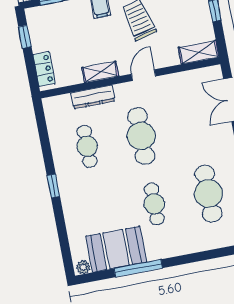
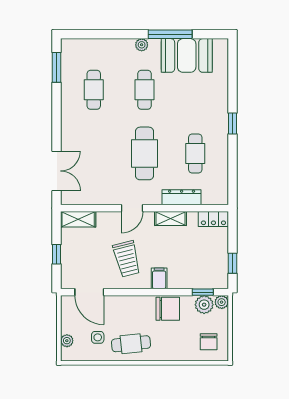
locker: (44, 69) -> (213, 219), moved, turned -90
cafe table: (208, 194) -> (94, 90), width x0.73, depth x0.74
plant: (83, 267) -> (142, 45), moved

